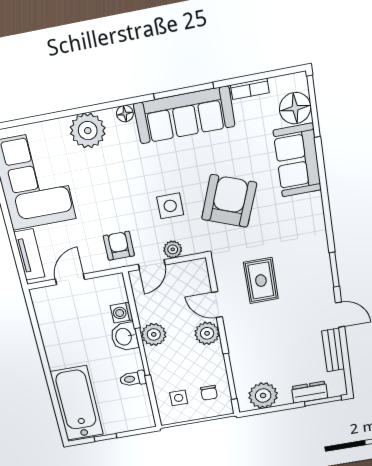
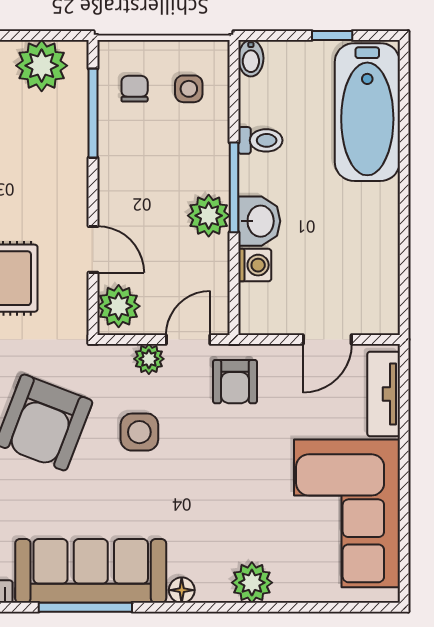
plant: (88, 131) -> (252, 583), width x0.73, depth x0.73
plant: (207, 333) -> (119, 306), moved
bidet: (147, 419) -> (251, 58), added

